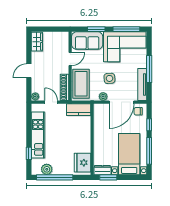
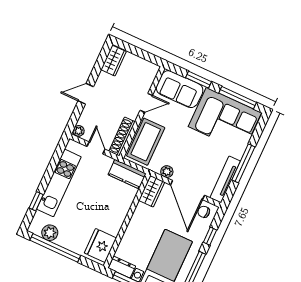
side table: (109, 78) -> (186, 152), removed
door: (121, 102) -> (187, 190), hinge flipped
wardrobe: (99, 113) -> (152, 191), added

